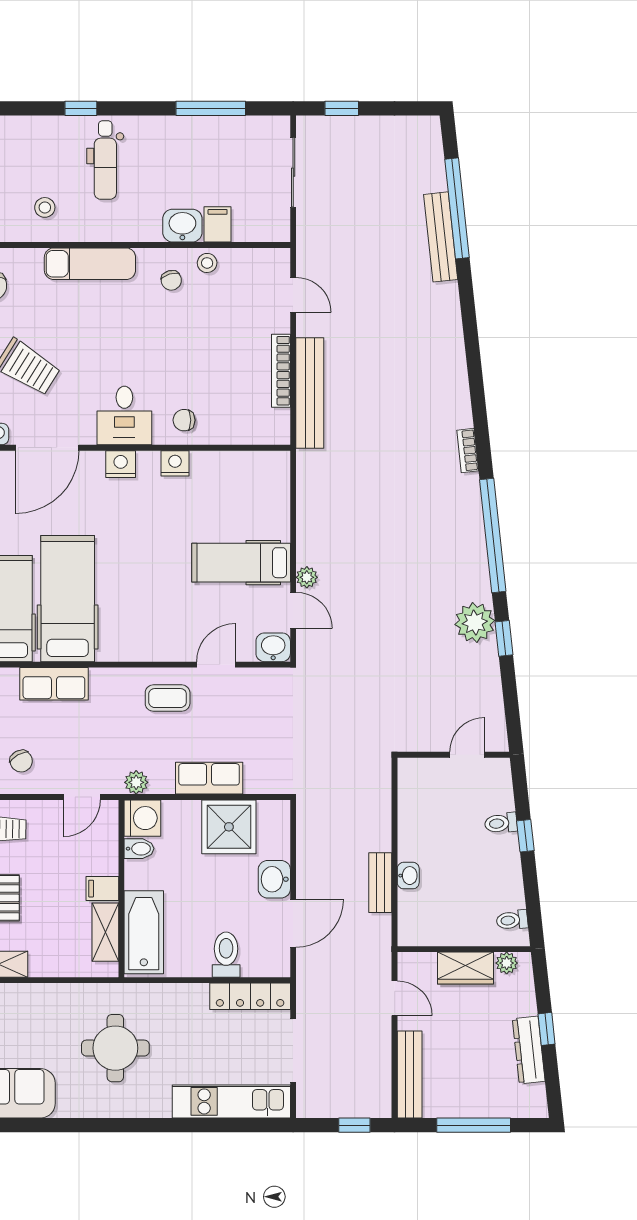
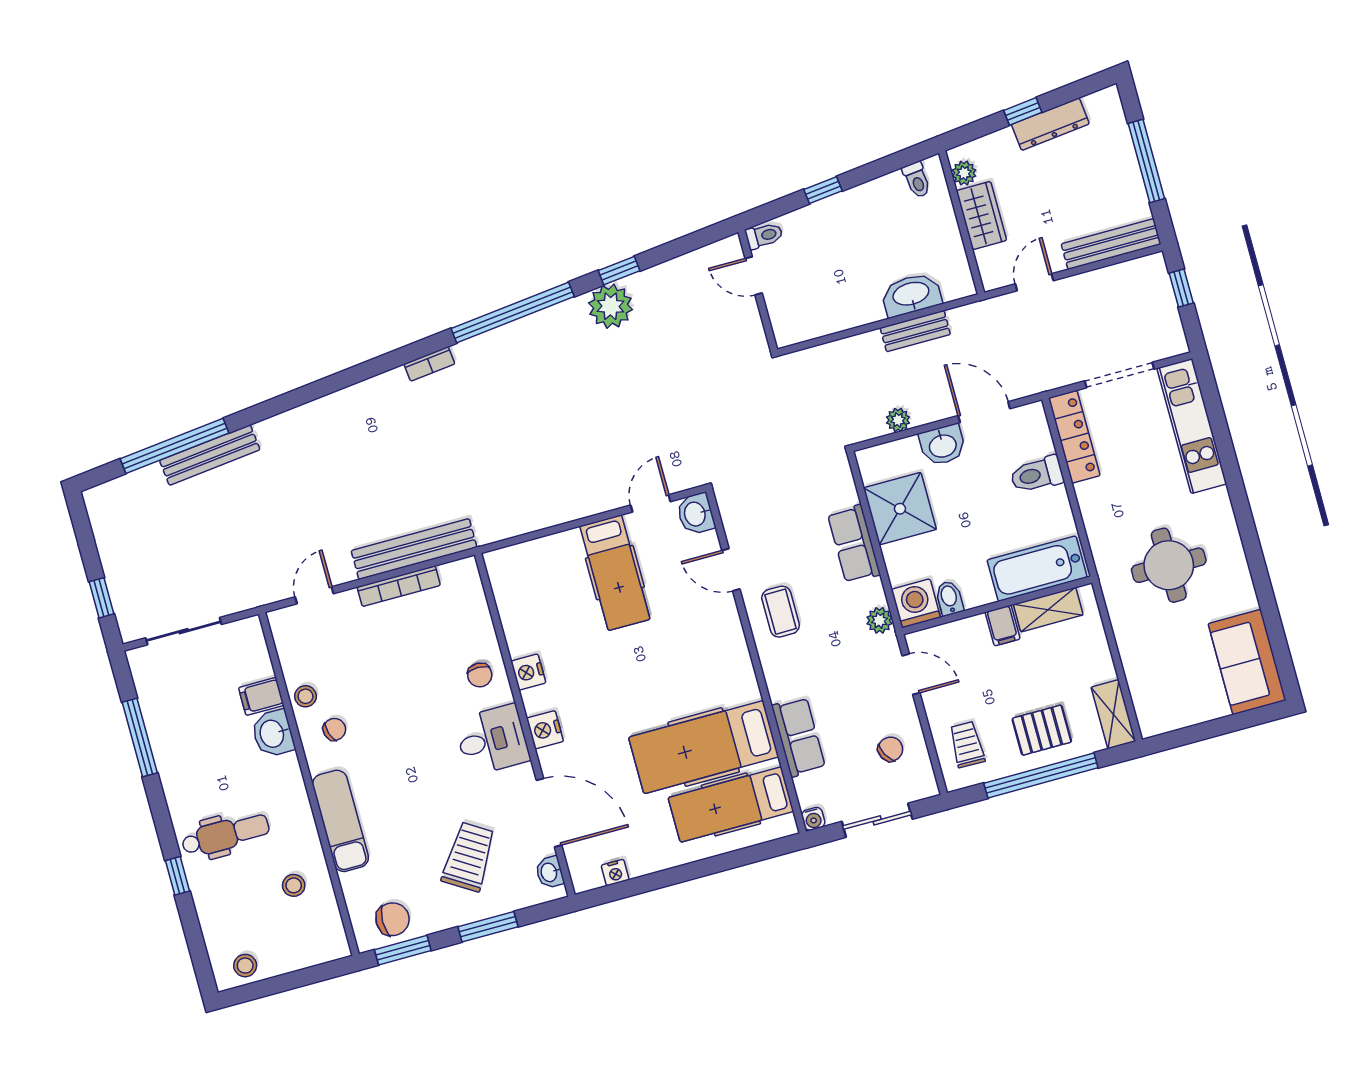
plant: (307, 577) -> (898, 420), moved
toilet: (501, 823) -> (764, 236), moved, turned -84
washbasin: (408, 876) -> (911, 295), width x1.91, depth x1.45

